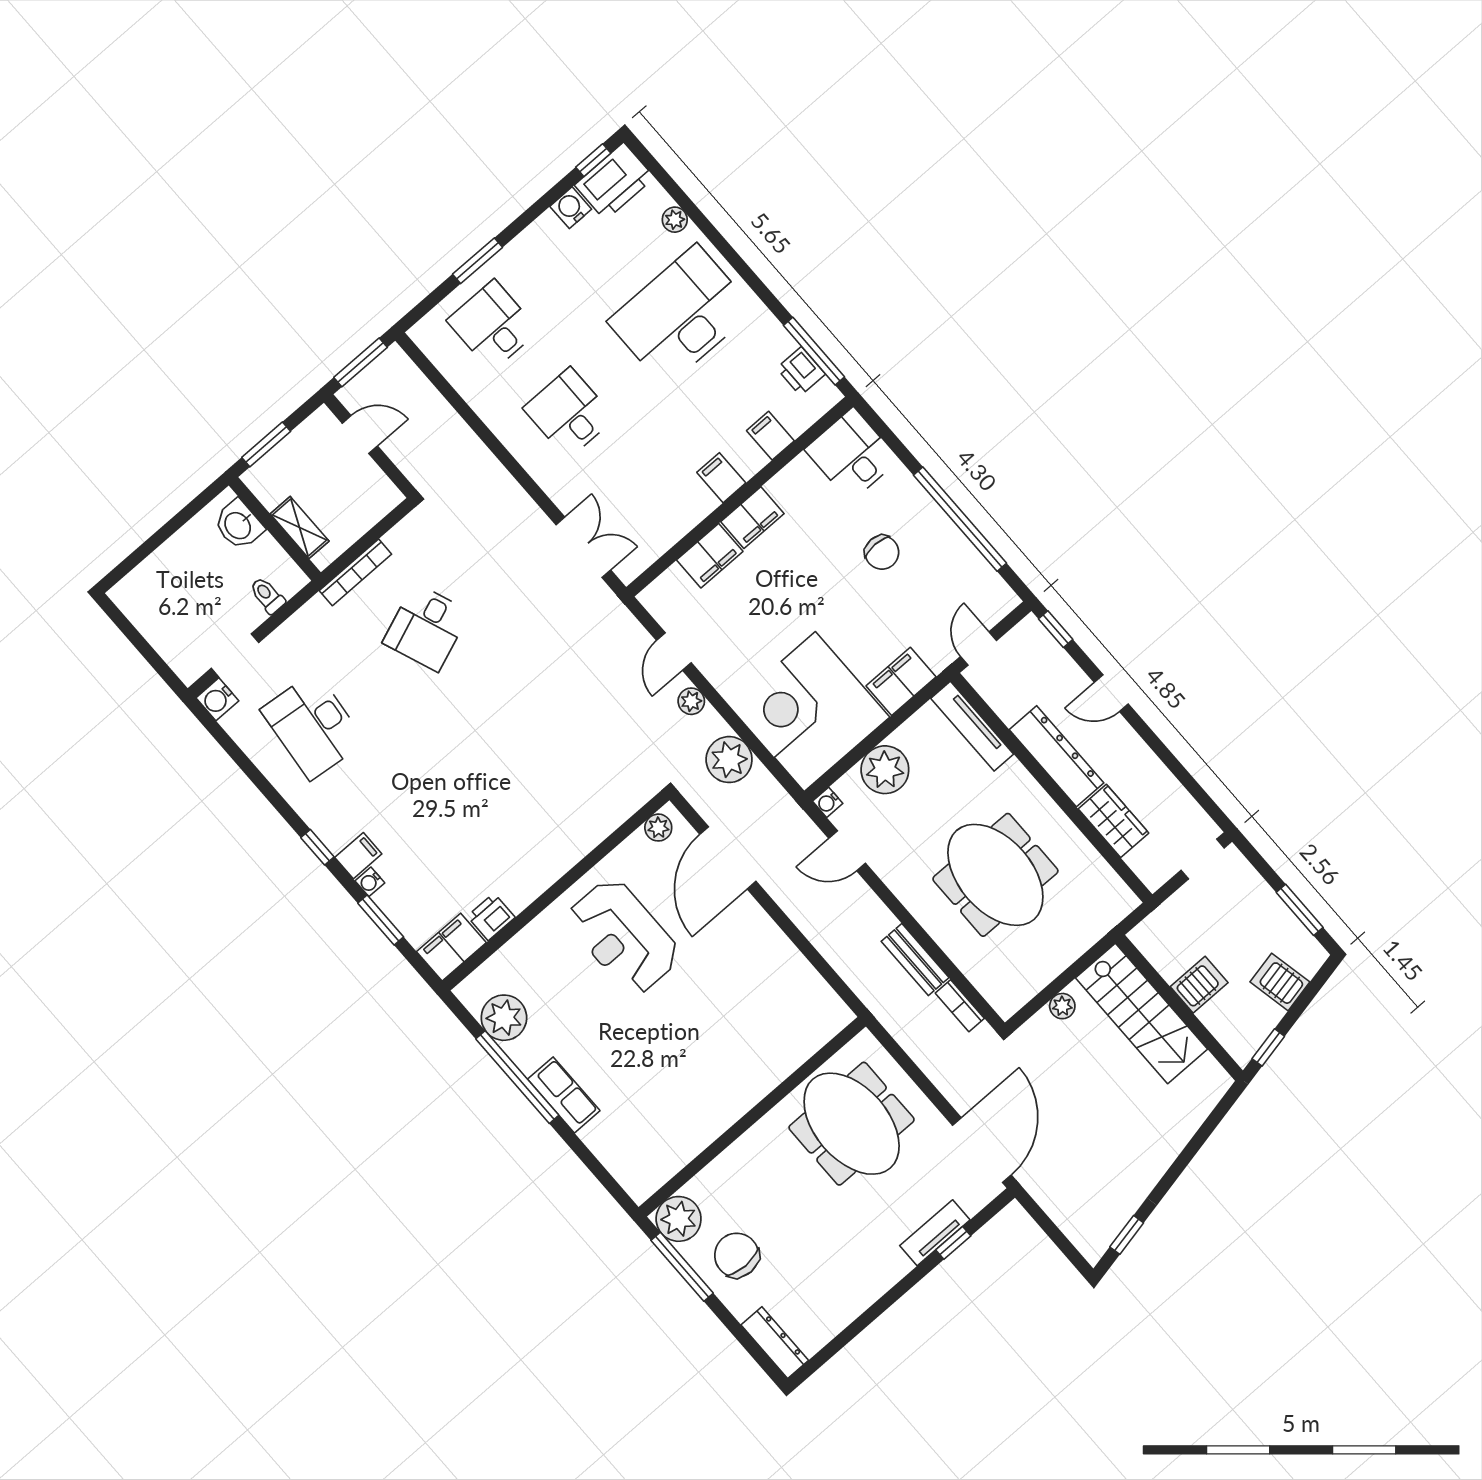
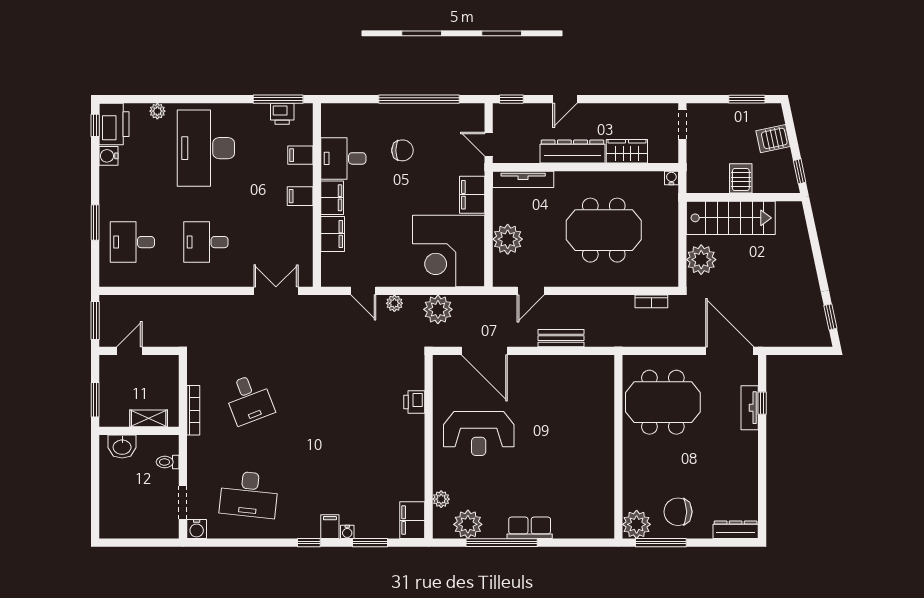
desk: (852, 455) -> (343, 158), moved
water cooler: (828, 802) -> (671, 178), moved, turned 180
plant: (658, 828) -> (441, 499), moved
printer: (491, 917) -> (414, 402), moved
bench: (915, 960) -> (561, 338), moved
plant: (1062, 1006) -> (701, 260), width x1.87, depth x1.87

